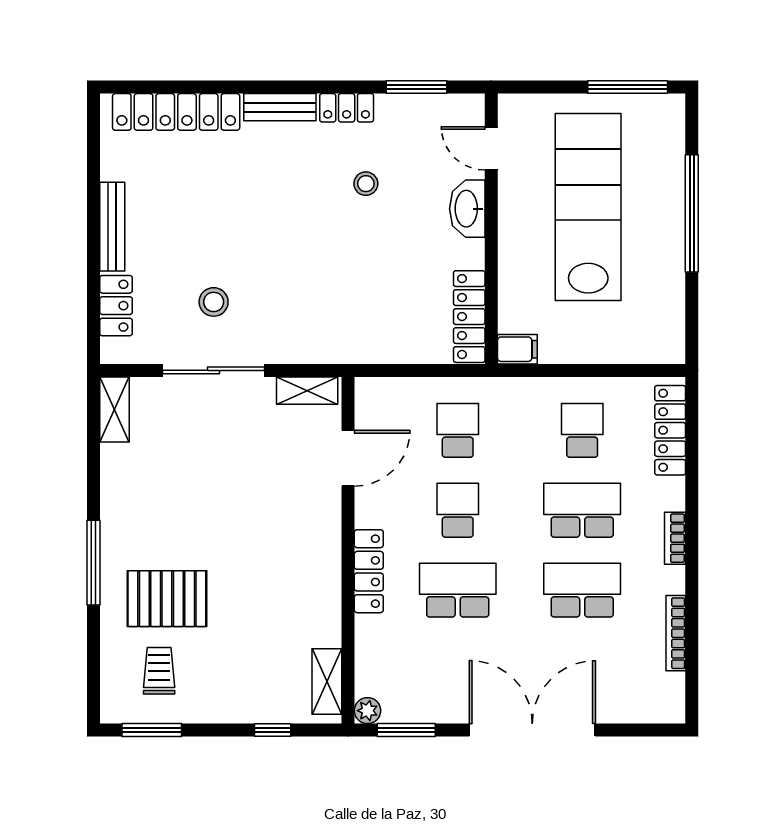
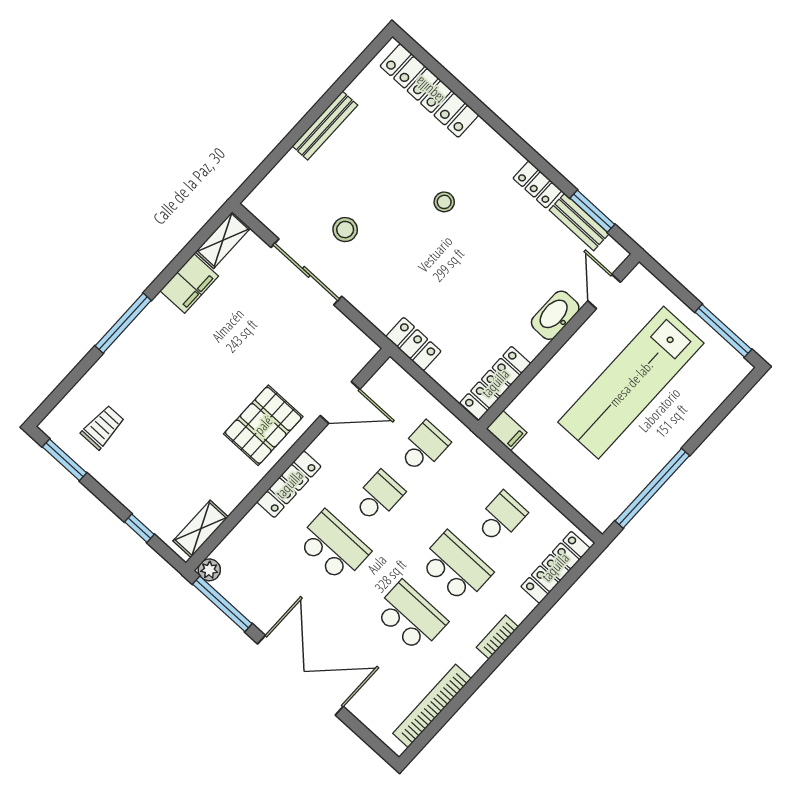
bench: (280, 107) -> (579, 222), moved
stool: (366, 184) -> (444, 202), moved
lab bench: (588, 207) -> (631, 383), turned 180
window: (692, 213) -> (652, 488), moved
locker: (116, 306) -> (413, 344), moved, turned -90
shelving: (307, 391) -> (353, 337), removed
filing cabinet: (120, 475) -> (189, 284), added
pallet: (167, 599) -> (263, 425), moved, turned 90
bookcase: (676, 633) -> (432, 706), width x1.48, depth x1.31
window: (406, 730) -> (222, 604), width x1.44

